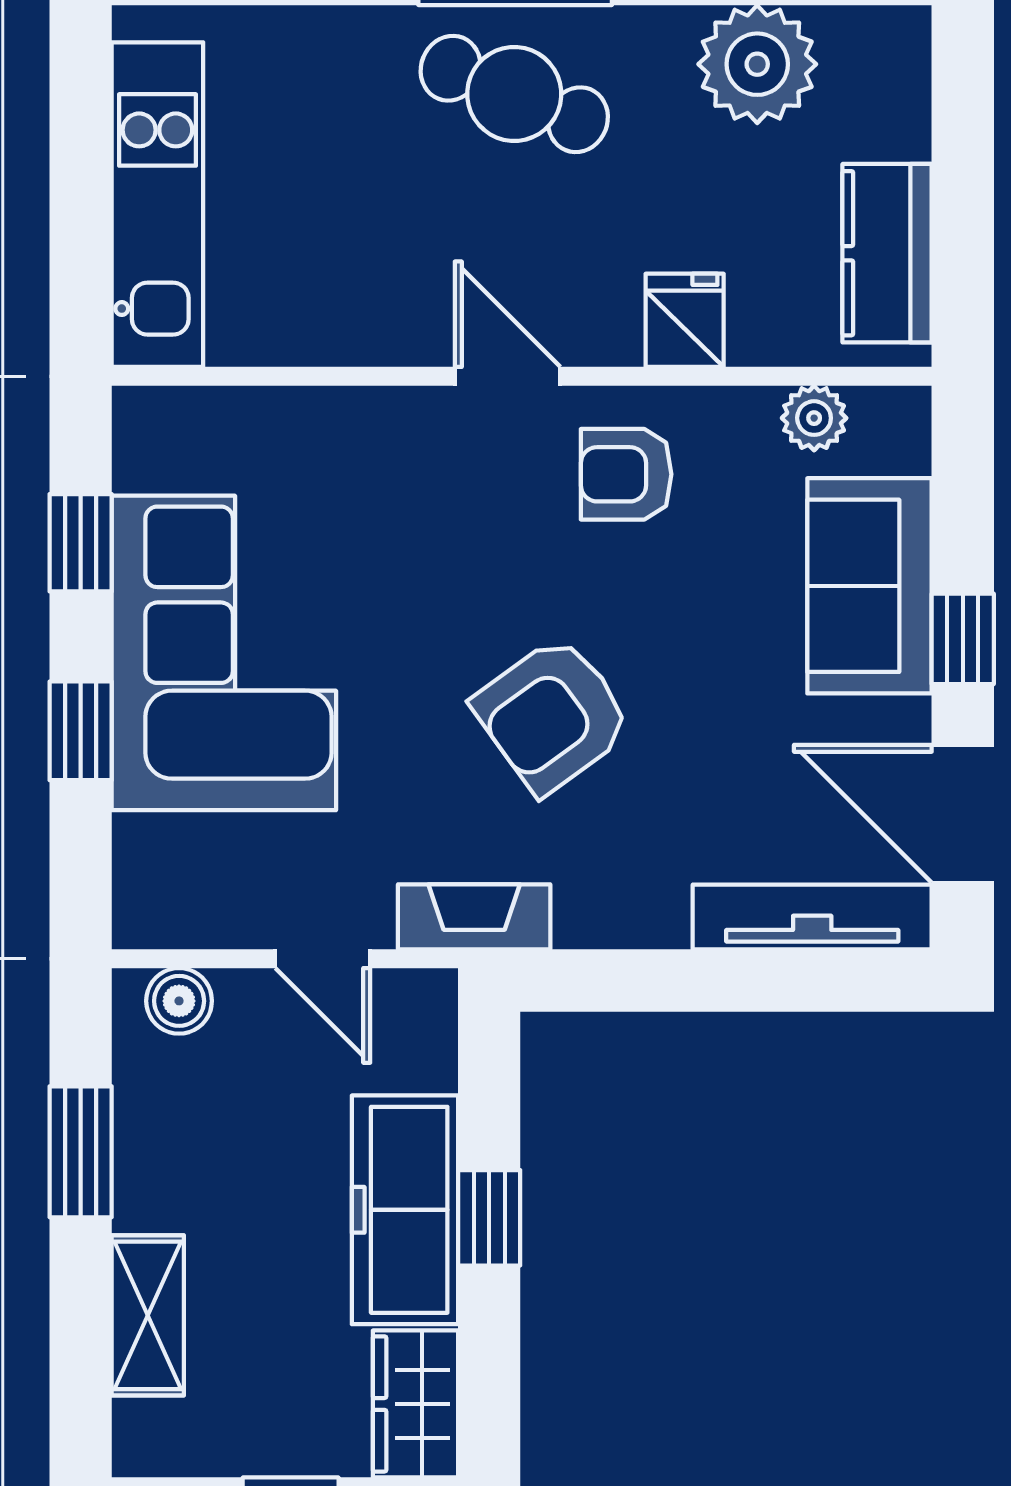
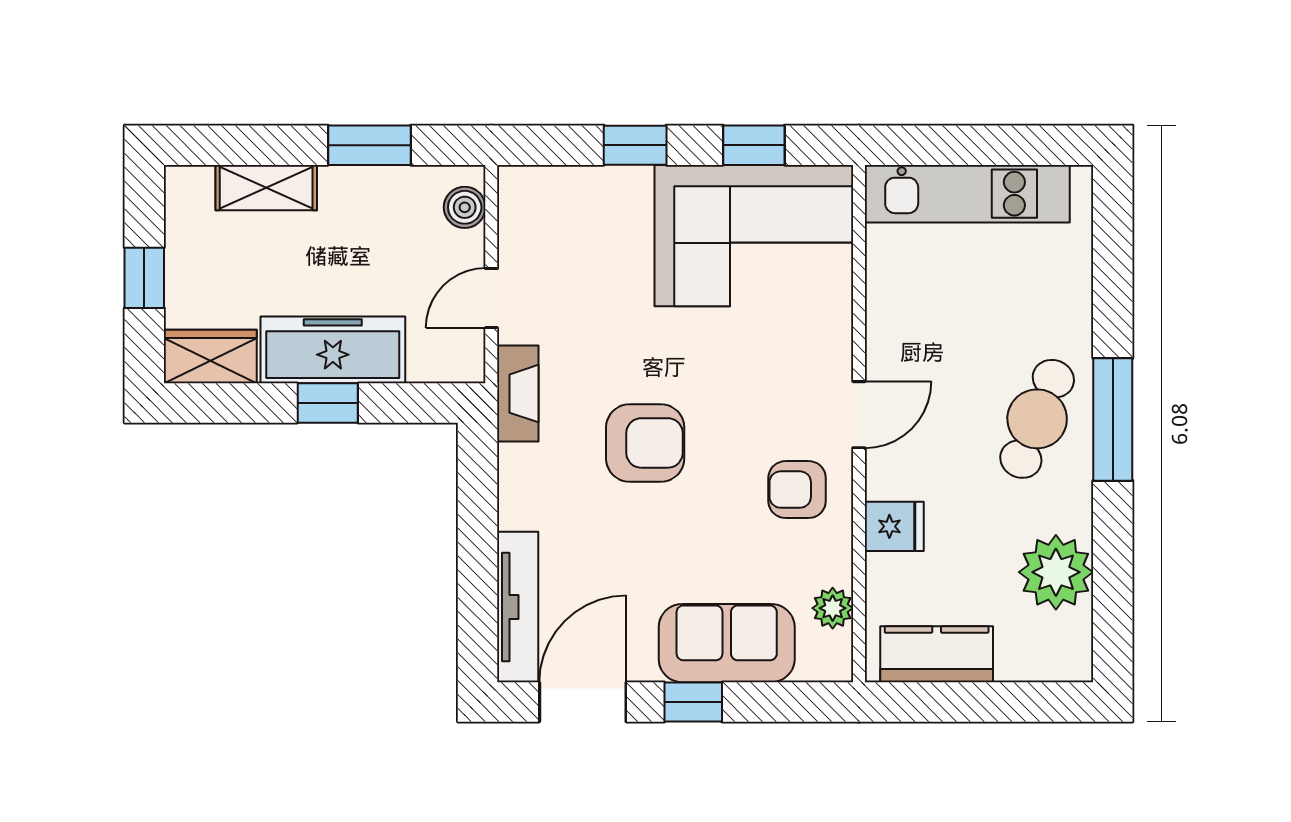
armchair: (626, 474) -> (797, 490), turned -90
corner sofa: (224, 653) -> (754, 236), moved
armchair: (552, 715) -> (645, 443), turned 126

